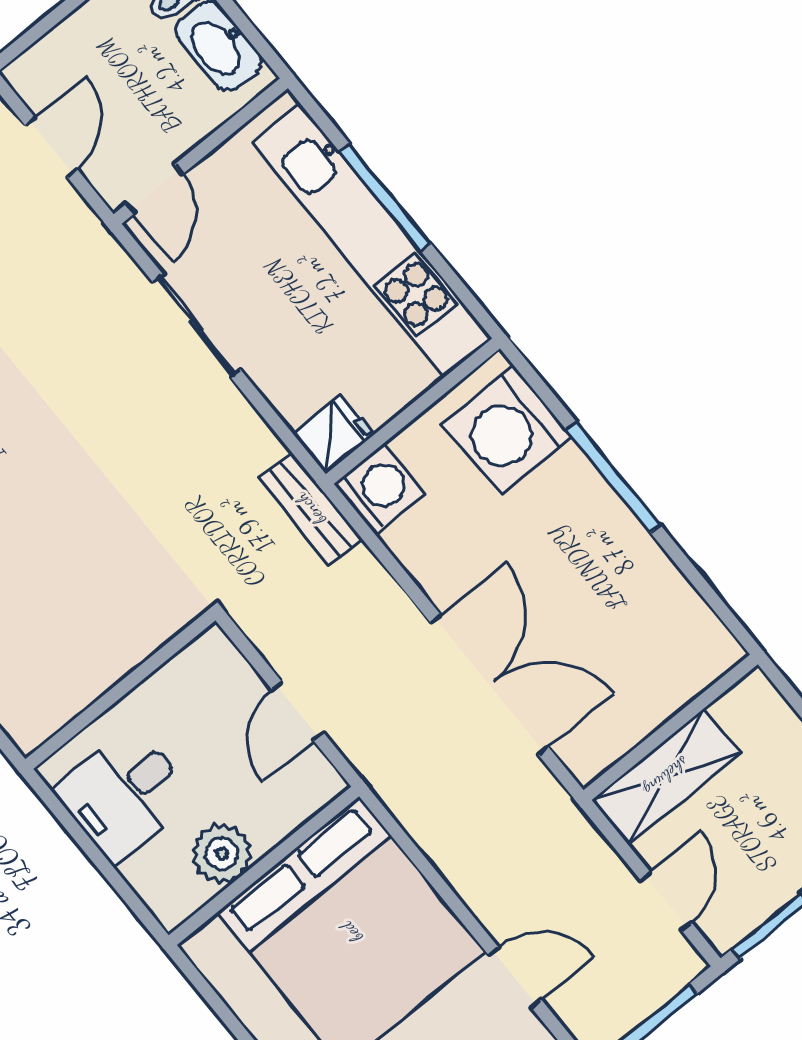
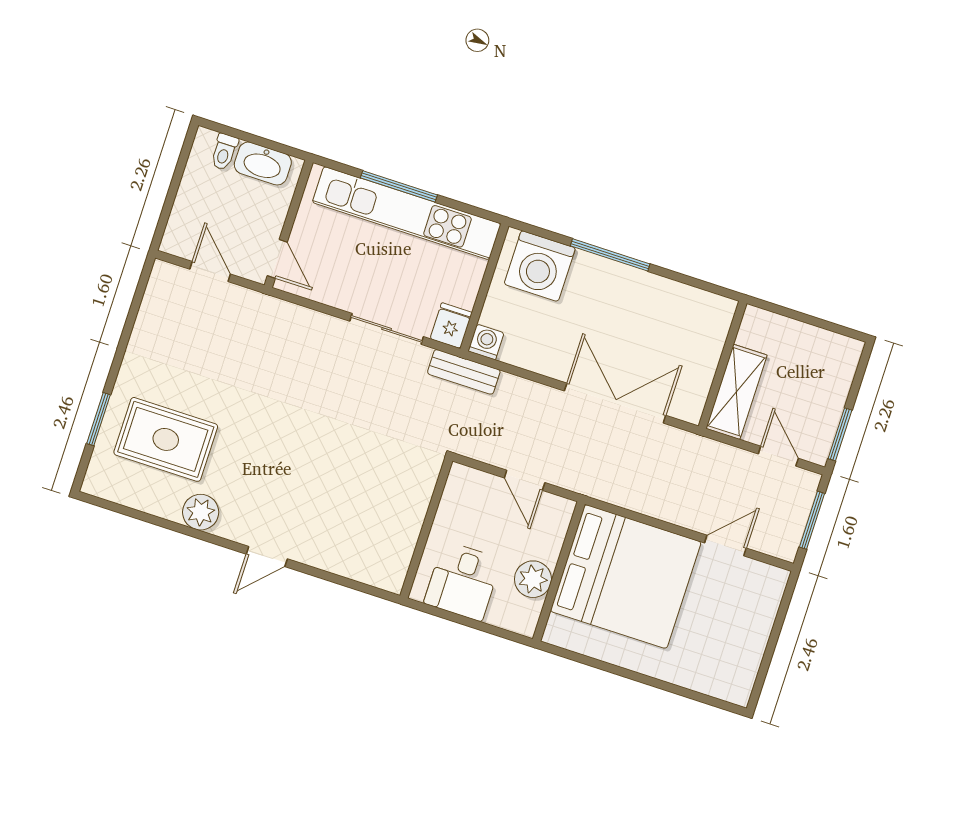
sliding door: (197, 326) -> (387, 329), moved
washing machine: (379, 489) -> (486, 342), width x0.73, depth x0.73

